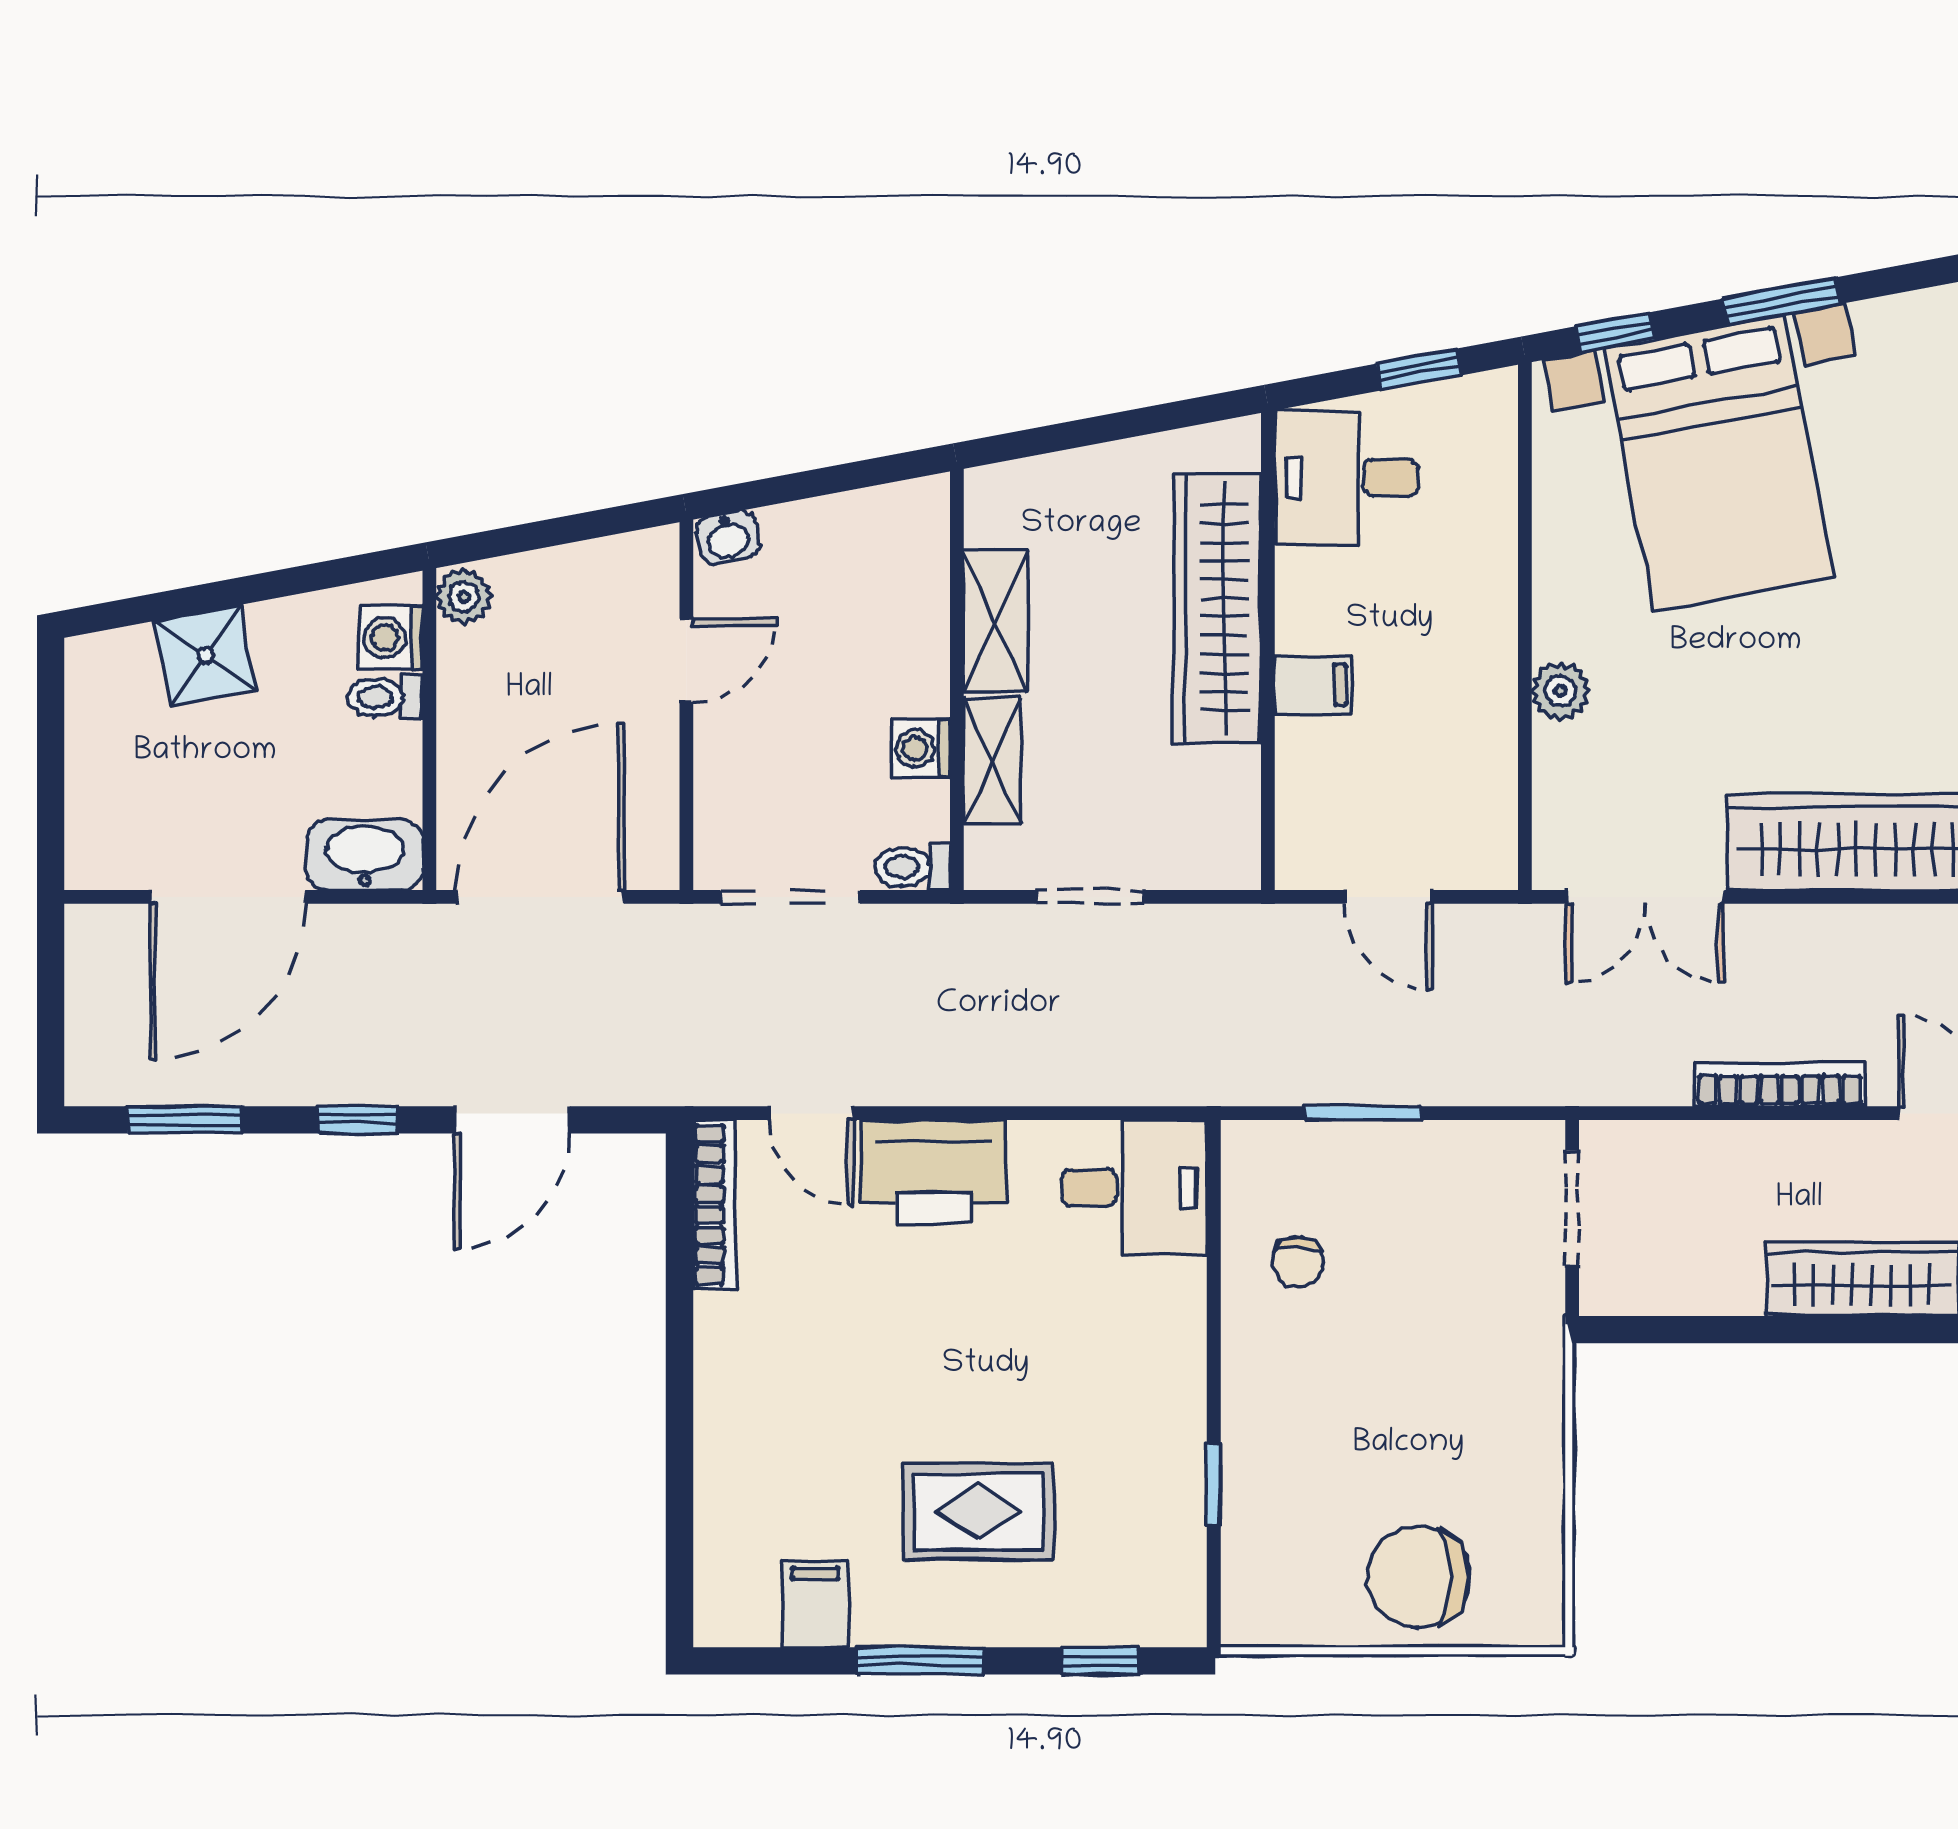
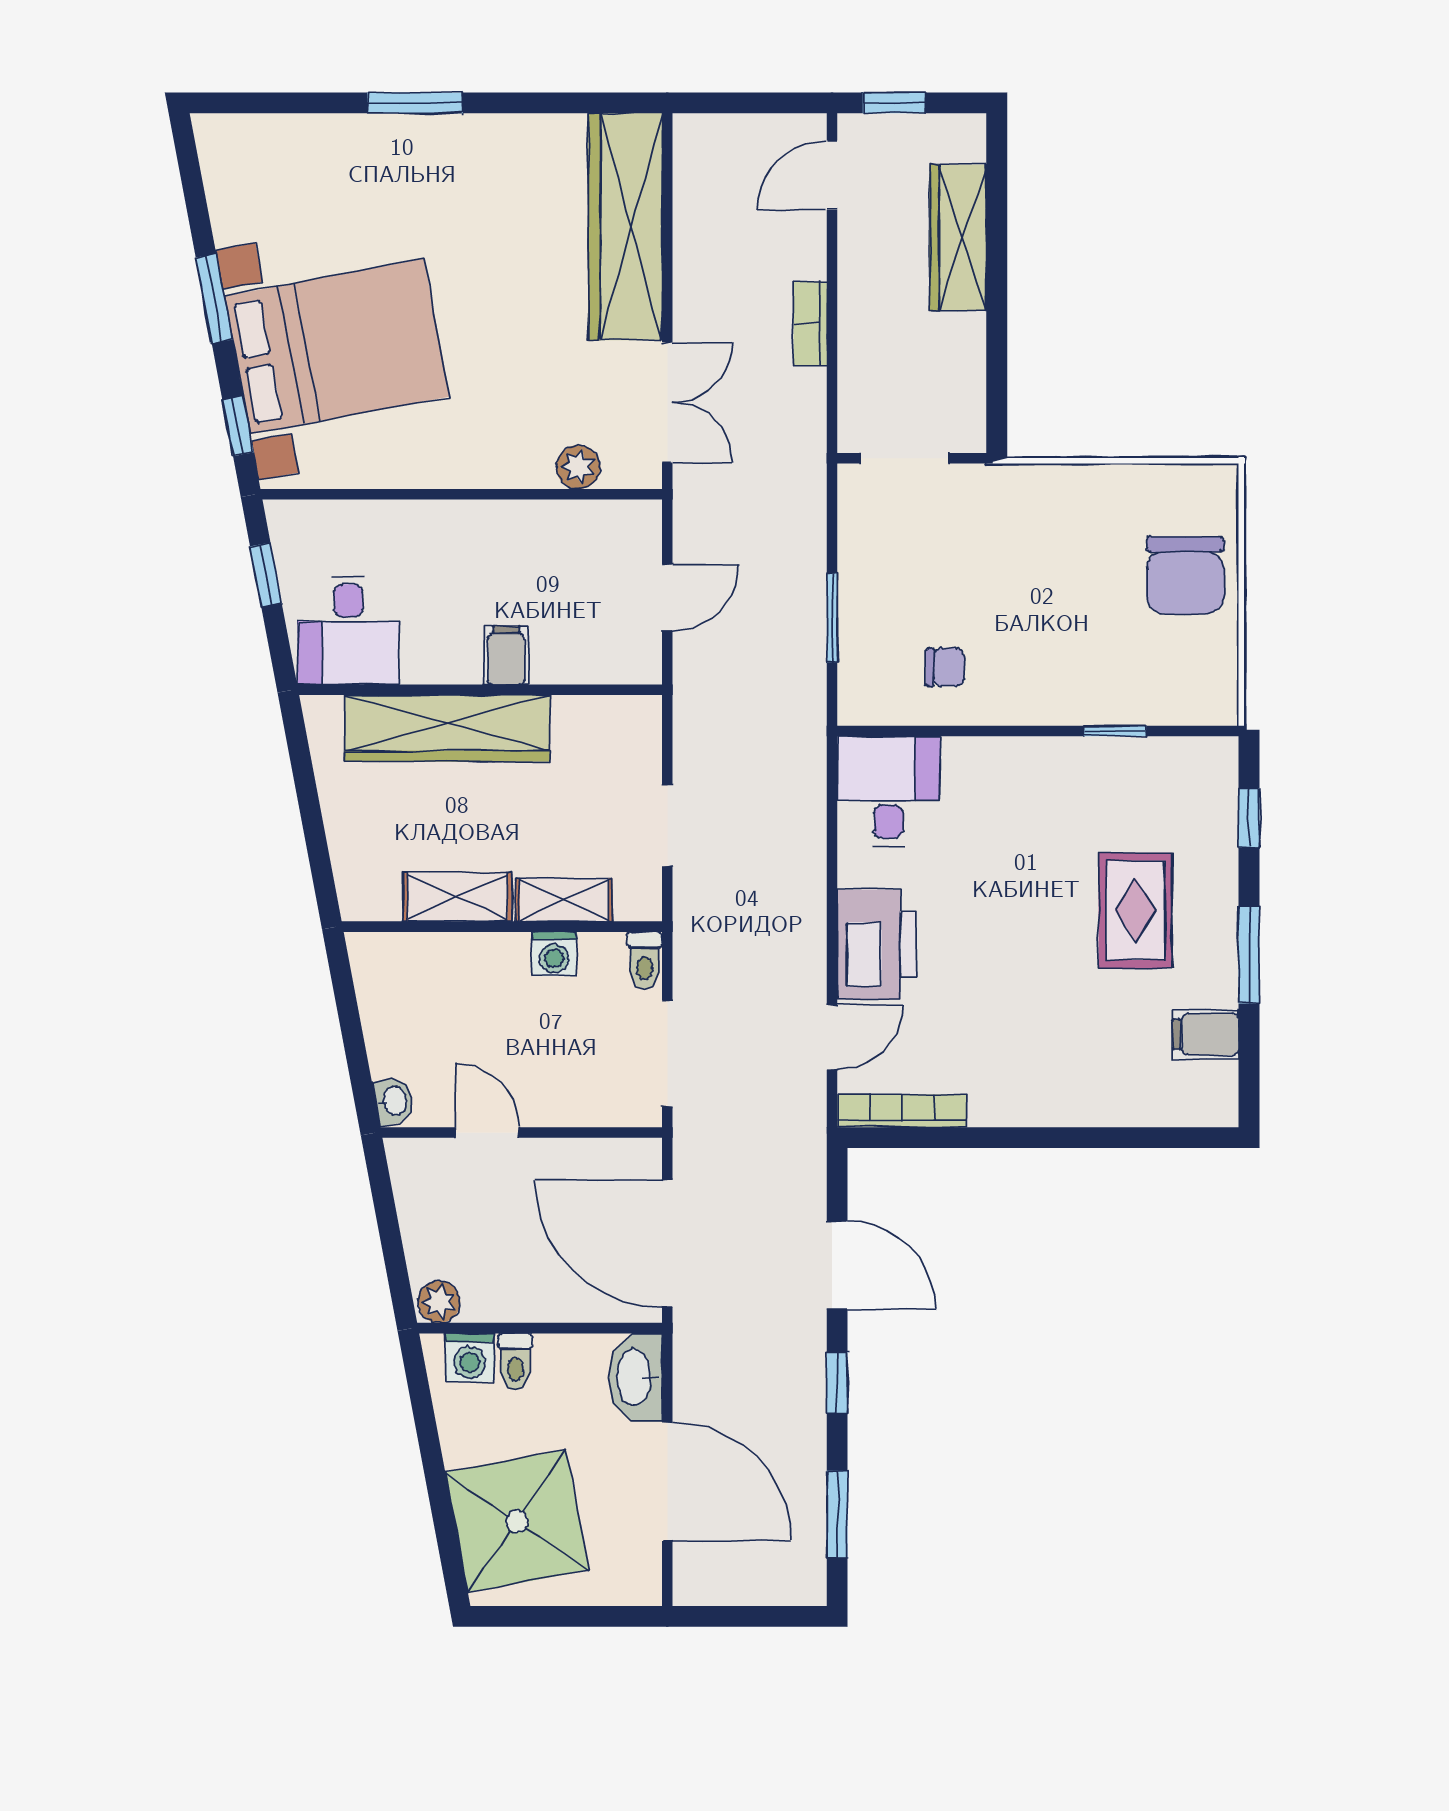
shower: (206, 655) -> (517, 1521), width x1.86, depth x1.86
plant: (1560, 691) -> (578, 467), moved
bookcase: (1780, 1085) -> (810, 324), width x0.64

